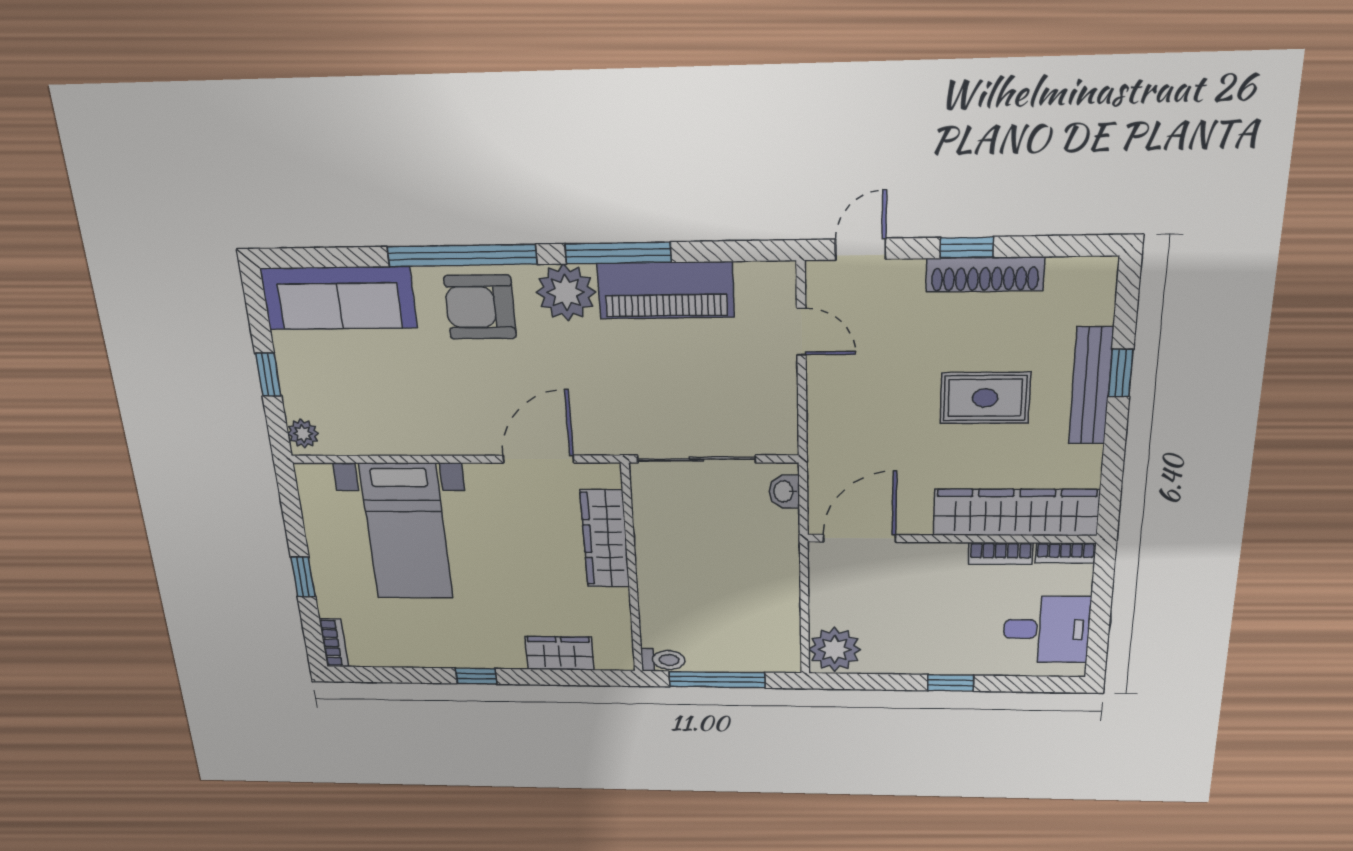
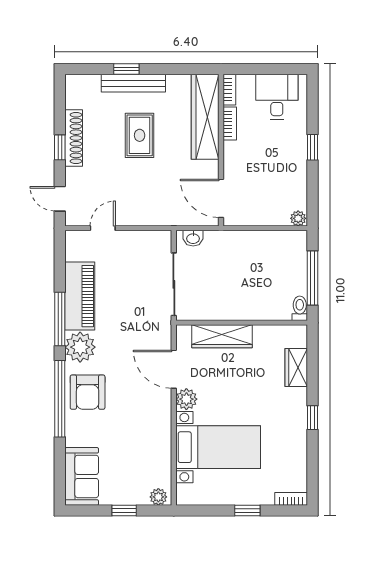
sofa: (339, 298) -> (82, 476), width x0.73
plant: (486, 480) -> (186, 399), added
plant: (835, 649) -> (298, 218), width x0.53, depth x0.53

